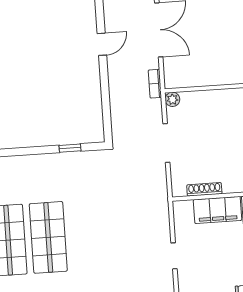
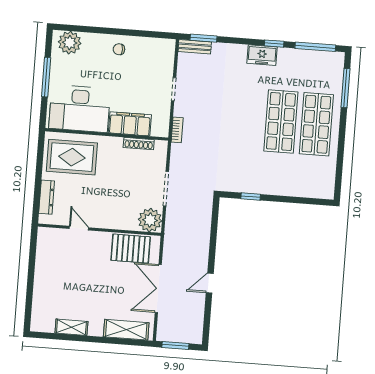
pallet: (196, 70) -> (131, 249), added
bookcase: (155, 84) -> (177, 130), moved
plant: (172, 99) -> (150, 220), width x1.88, depth x1.88

